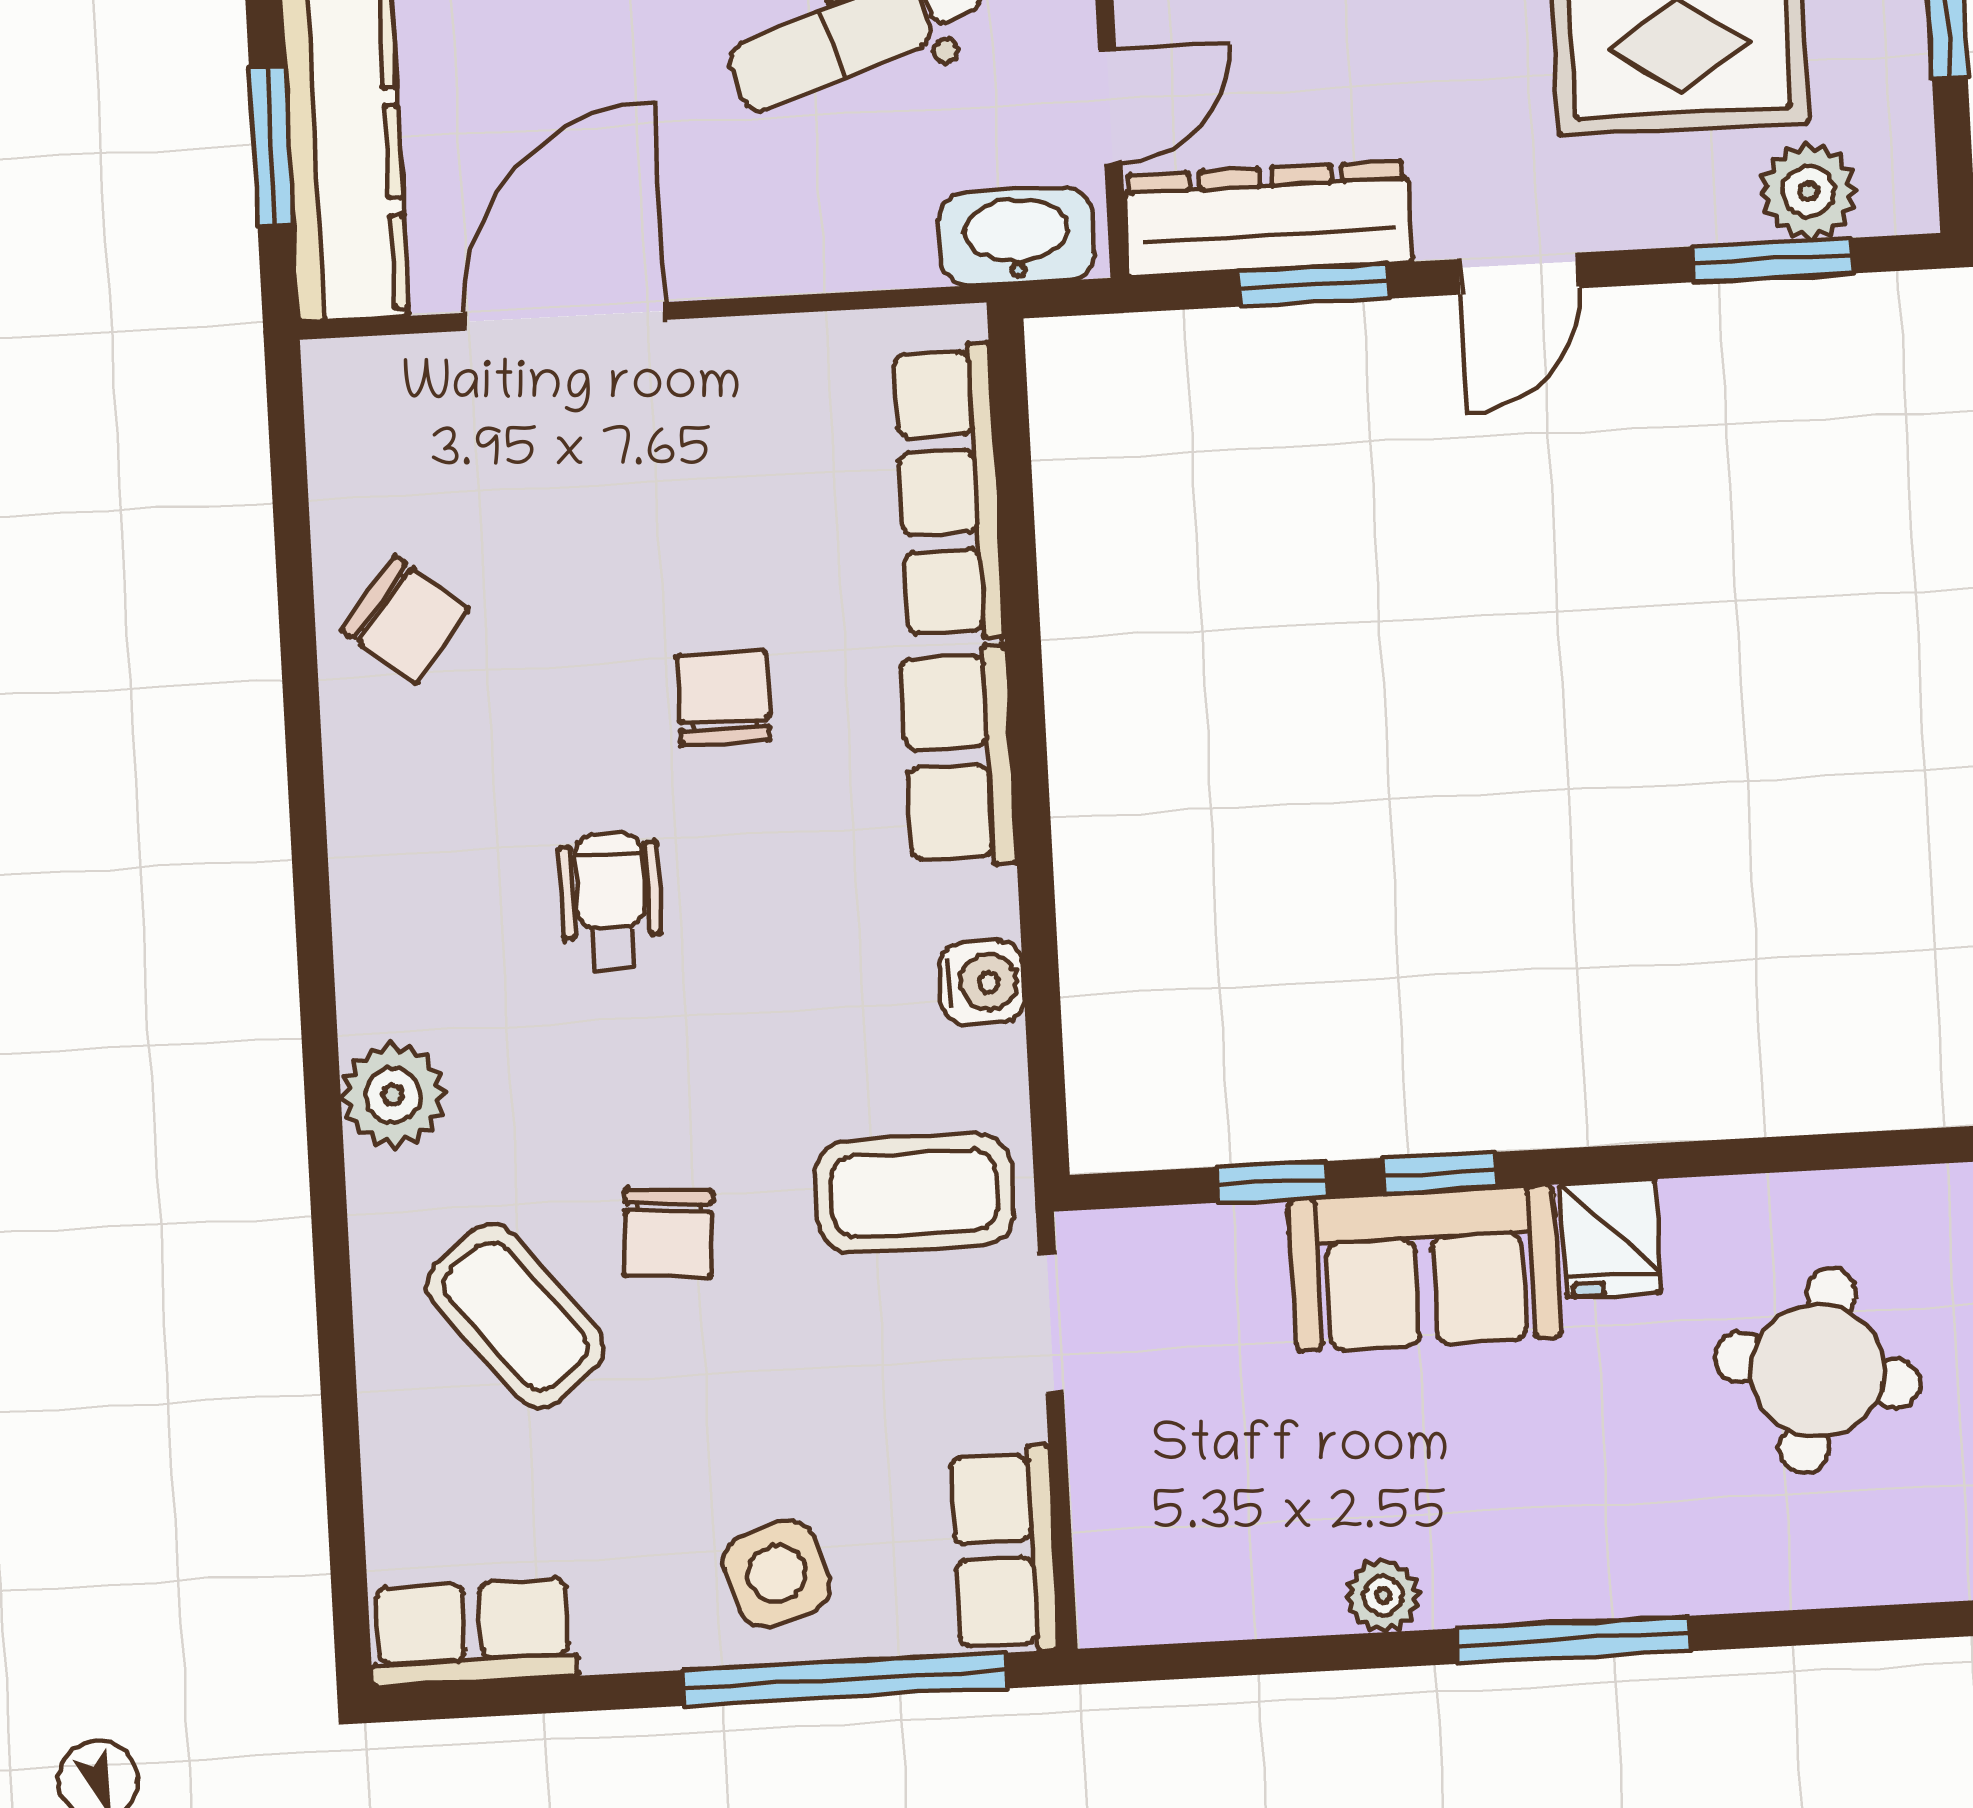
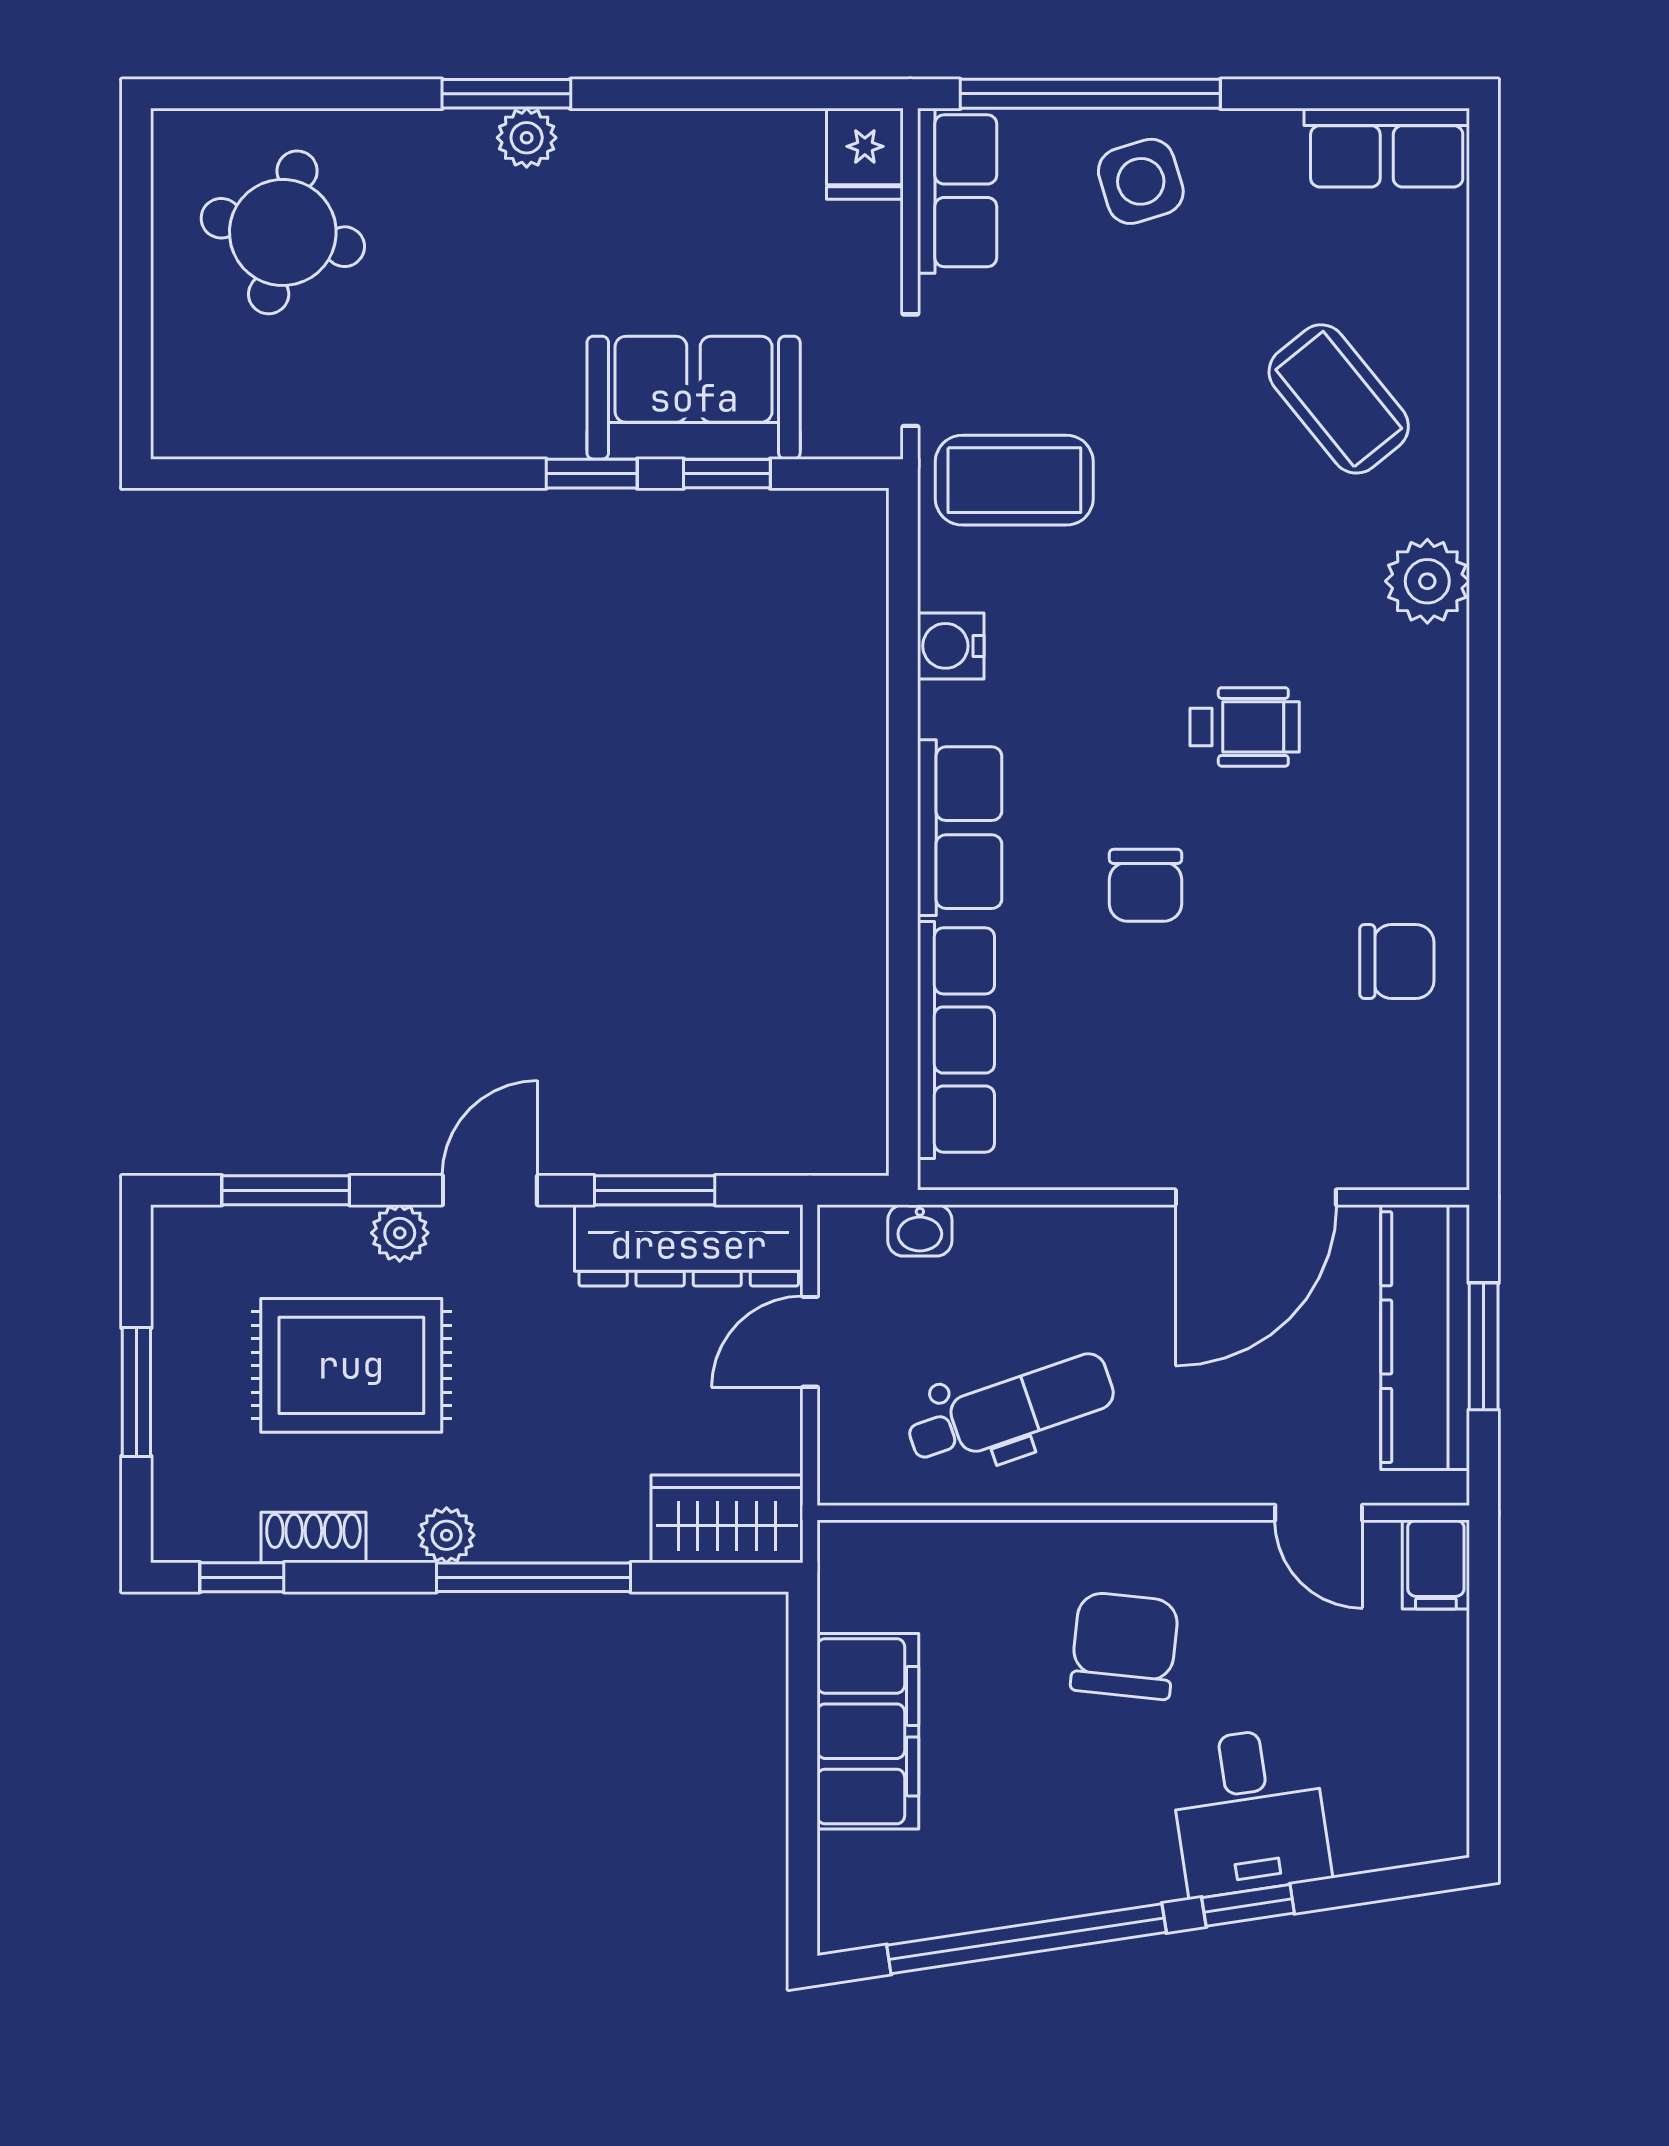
plant: (1809, 191) -> (400, 1233), moved, width x0.73, depth x0.73
washbasin: (1017, 236) -> (920, 1230), width x0.52, depth x0.69
chair: (405, 620) -> (1397, 962), turned 141
wheelchair: (611, 901) -> (1245, 727), turned -90
chair: (668, 1233) -> (1213, 459), removed
fridge: (1611, 1238) -> (865, 154), moved, turned 180
sofa: (1425, 1268) -> (694, 398), moved
round table: (1818, 1370) -> (283, 232), moved
plant: (1383, 1595) -> (527, 138), moved
window: (1573, 1640) -> (506, 94), width x0.69

